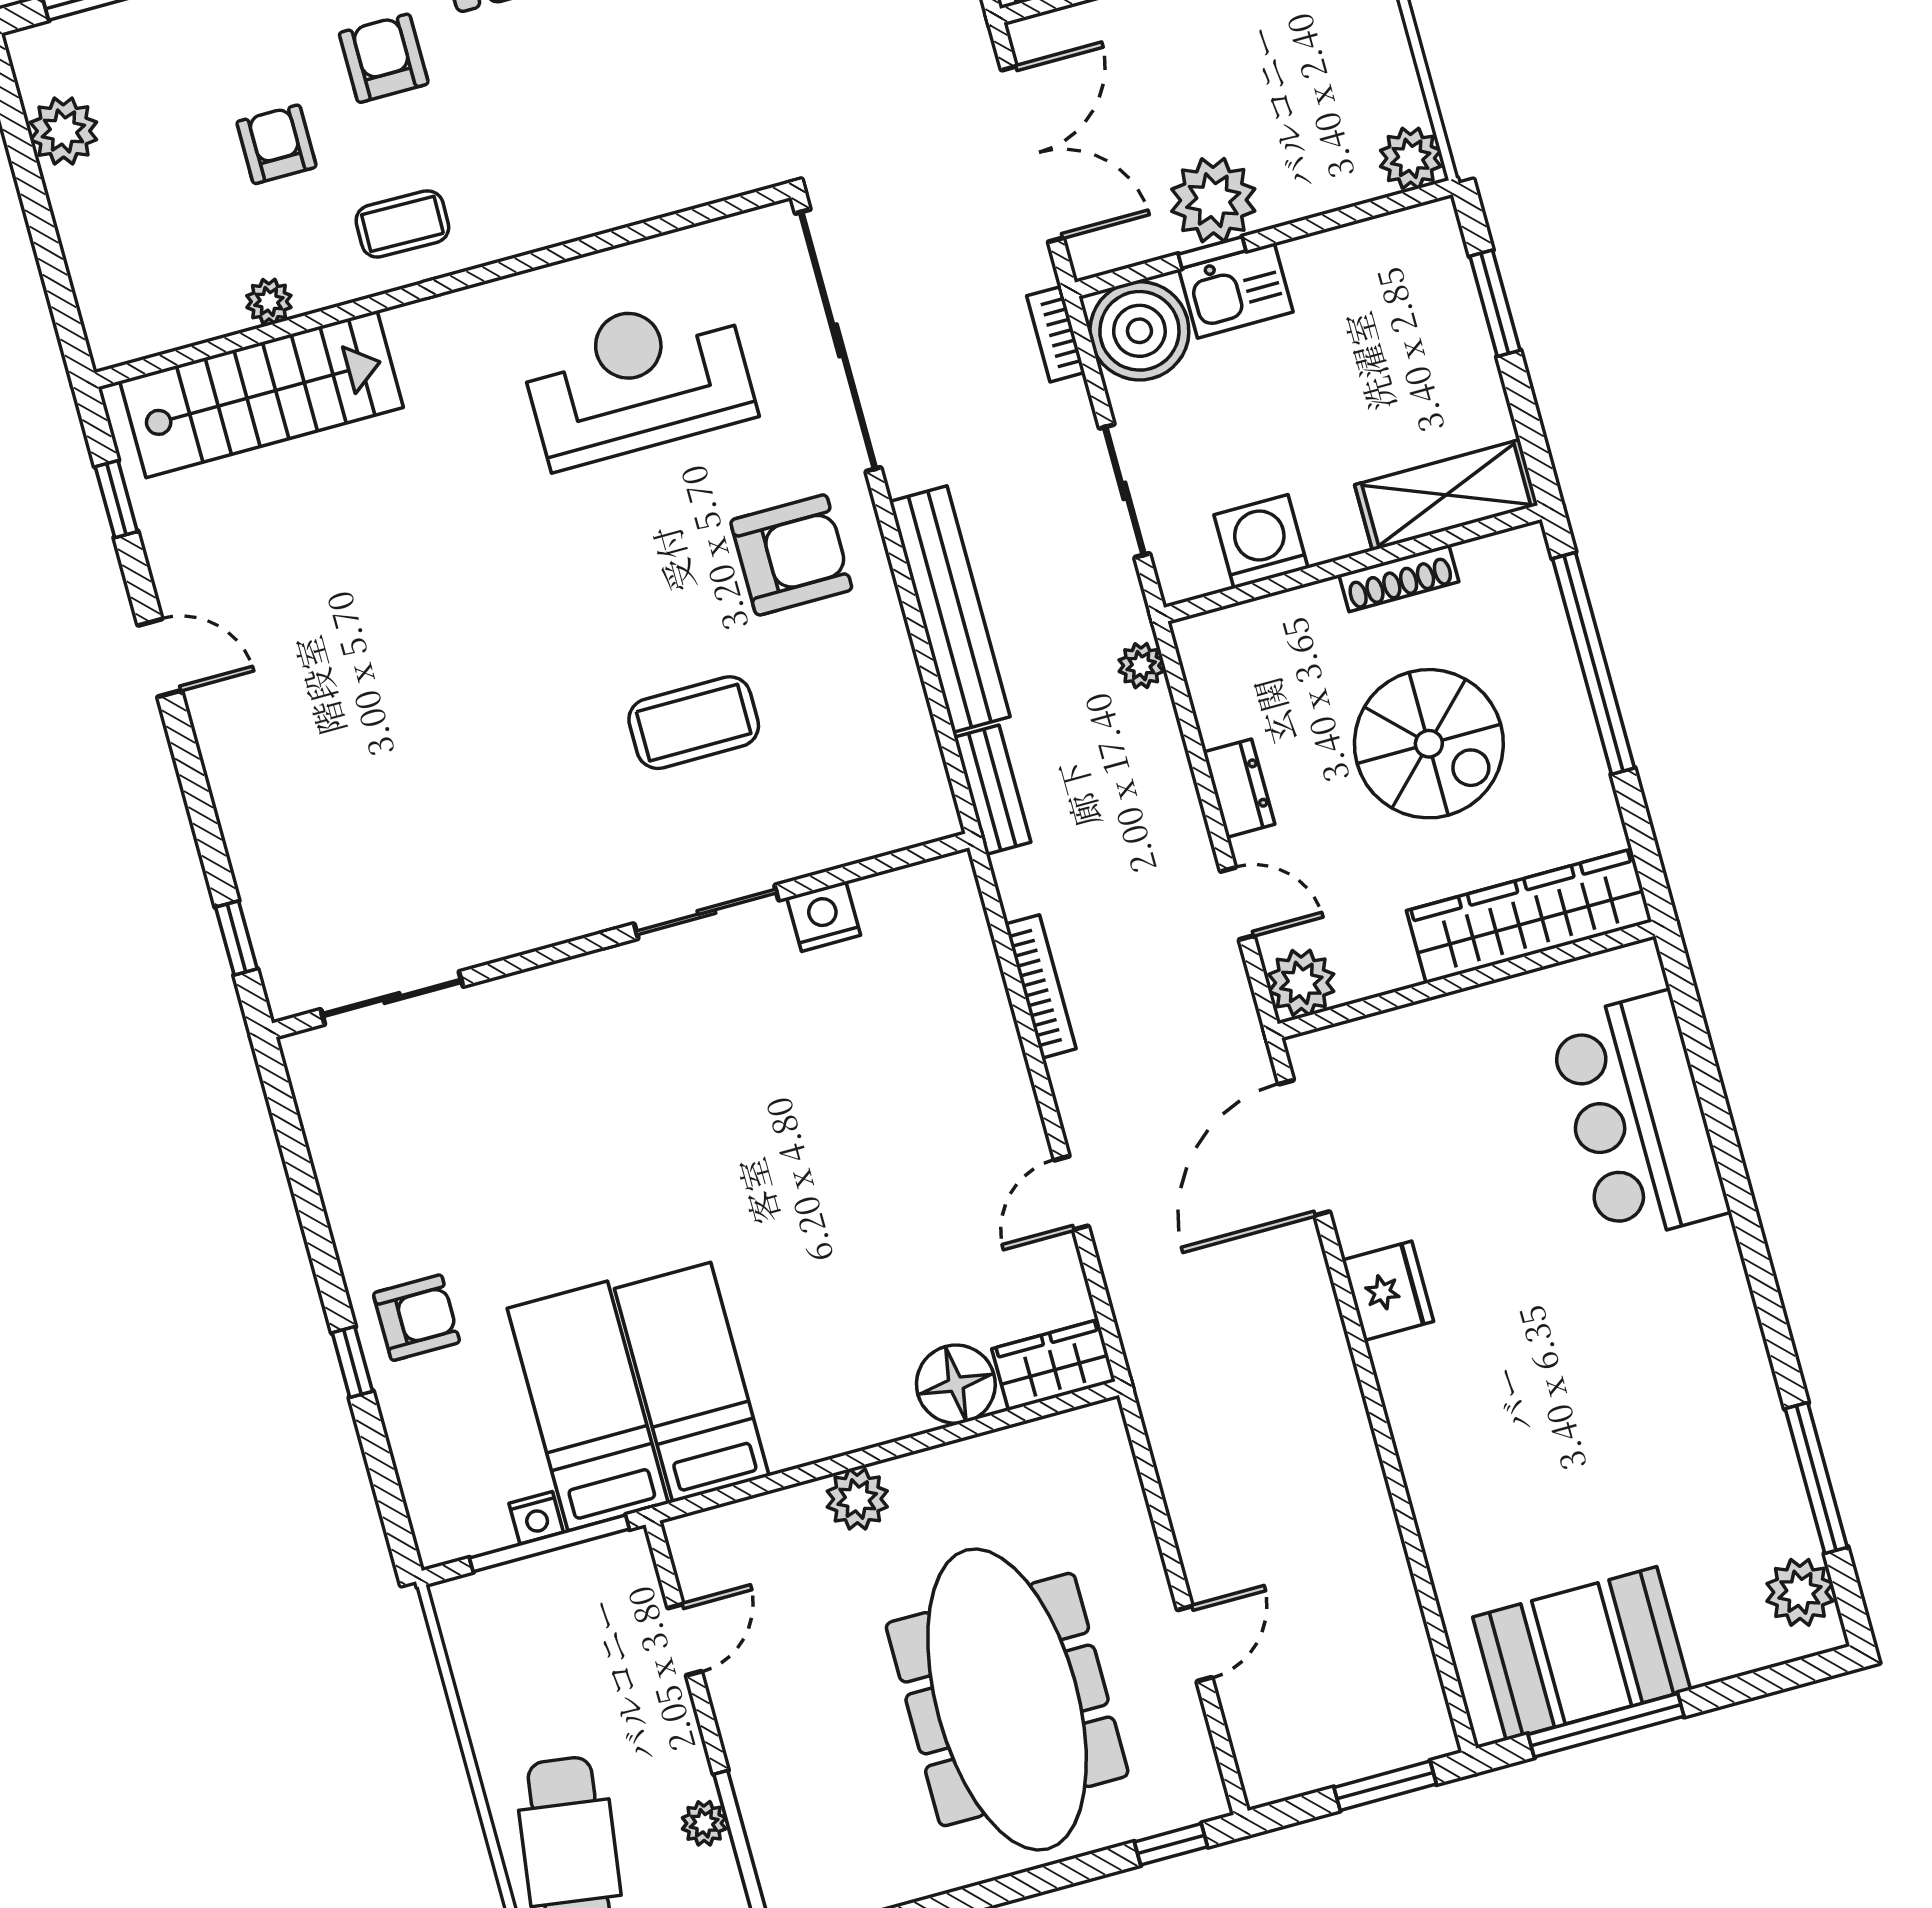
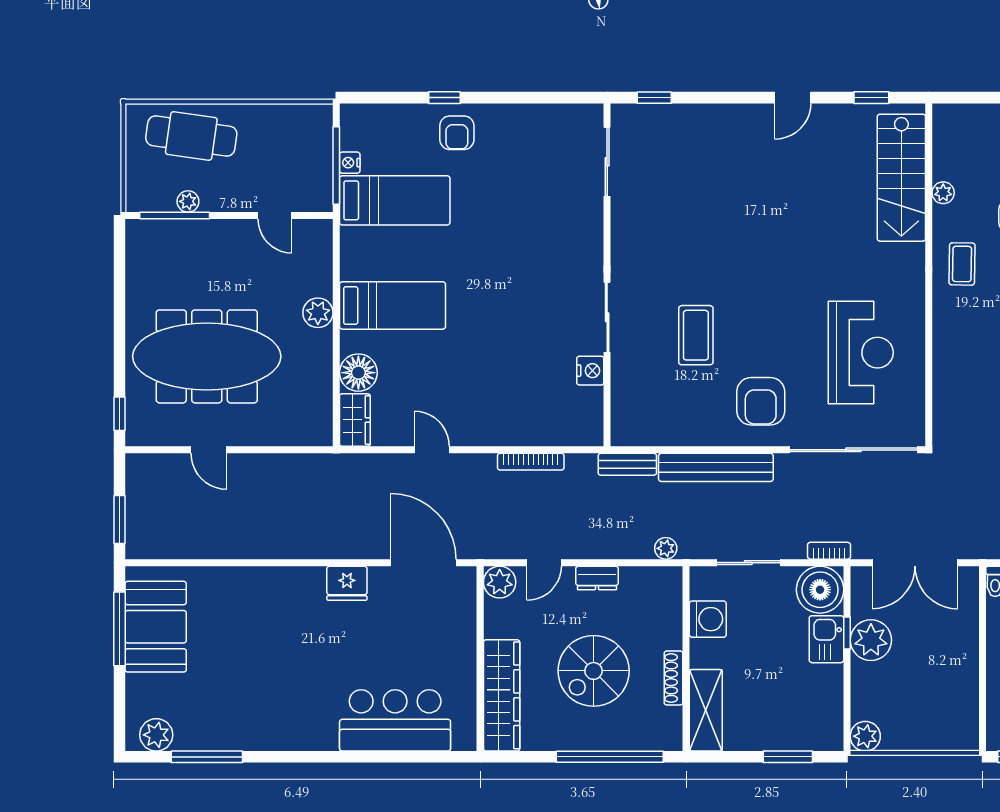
bed: (692, 1382) -> (393, 305), moved

